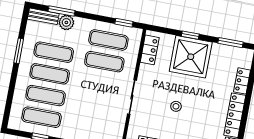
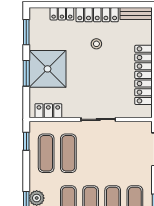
window: (190, 35) -> (26, 73), width x1.50
stool: (176, 106) -> (96, 44), moved

